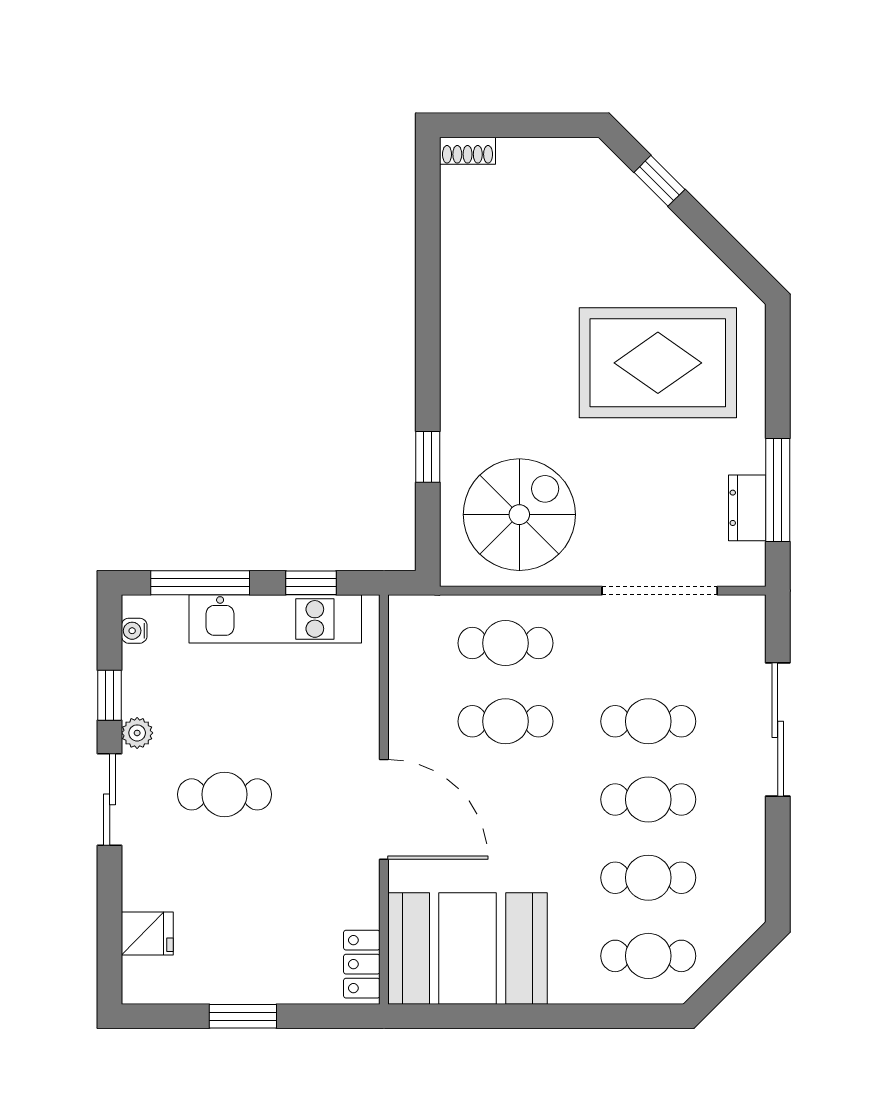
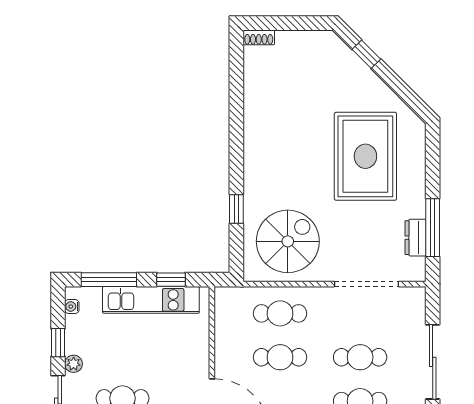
rug: (658, 363) -> (365, 156), turned 90

